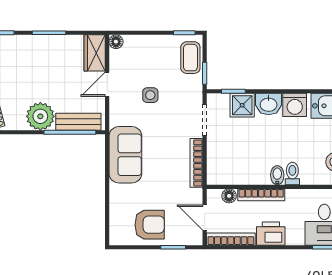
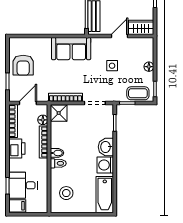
floor lamp: (116, 42) -> (149, 67), moved
door: (107, 84) -> (120, 36), hinge flipped
shower: (242, 105) -> (59, 113), moved

